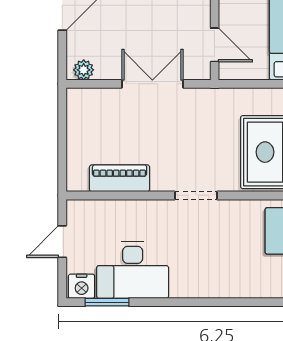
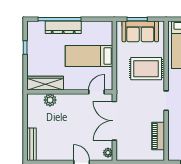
double door: (152, 84) -> (114, 121), width x1.37

